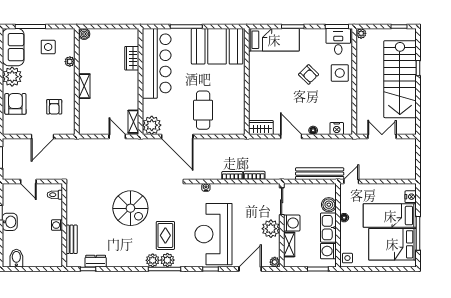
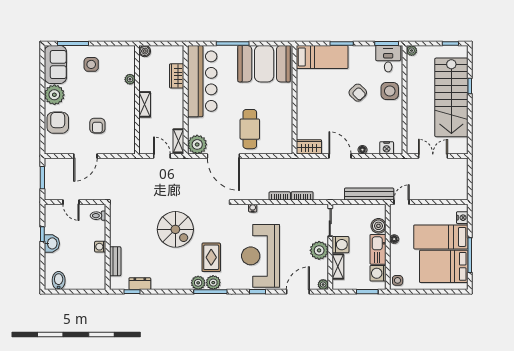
boiler: (84, 34) -> (145, 51), moved
plant: (70, 62) -> (130, 79), moved
wall: (77, 82) -> (137, 100), moved
shelving: (84, 86) -> (145, 104), moved

